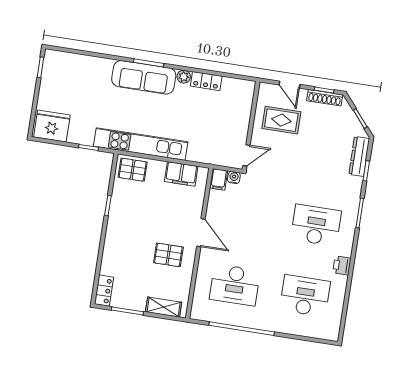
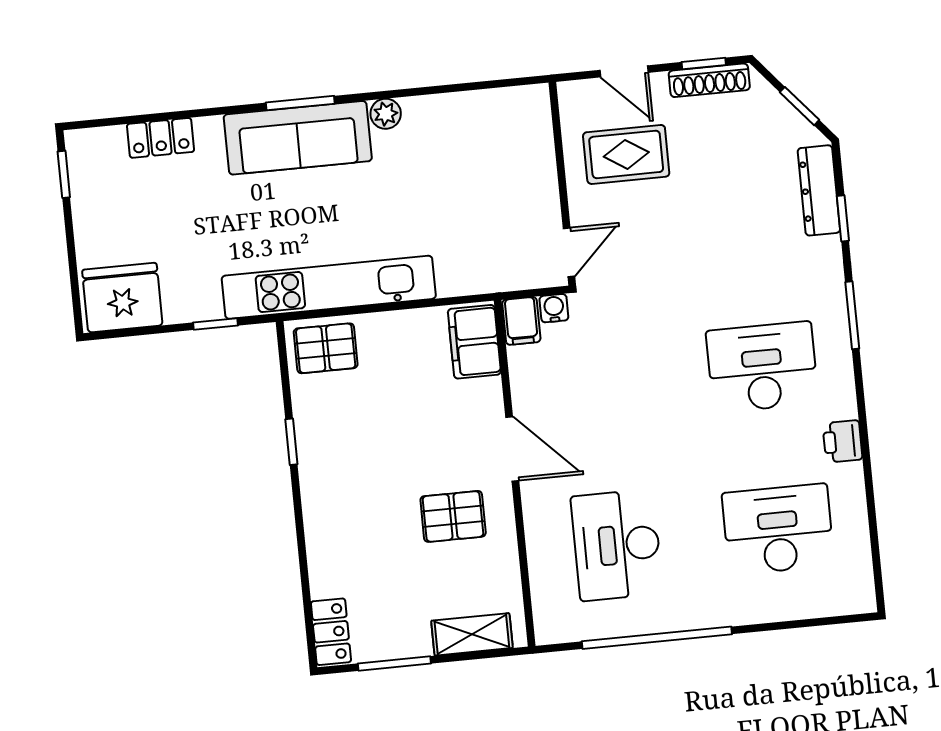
locker: (206, 81) -> (161, 138), moved
filing cabinet: (181, 174) -> (474, 342), moved, turned 90
desk: (235, 285) -> (617, 545), turned 90

